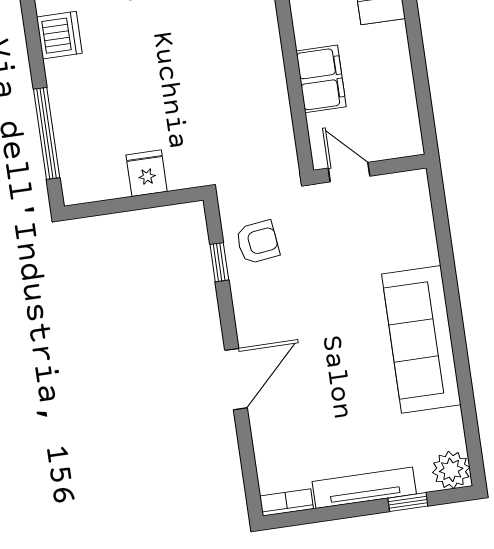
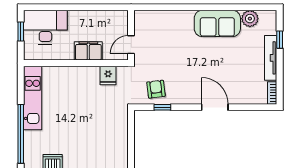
fridge: (147, 173) -> (108, 75), moved, turned -90
sofa: (421, 339) -> (217, 23), width x0.73
plant: (451, 470) -> (250, 19), moved

